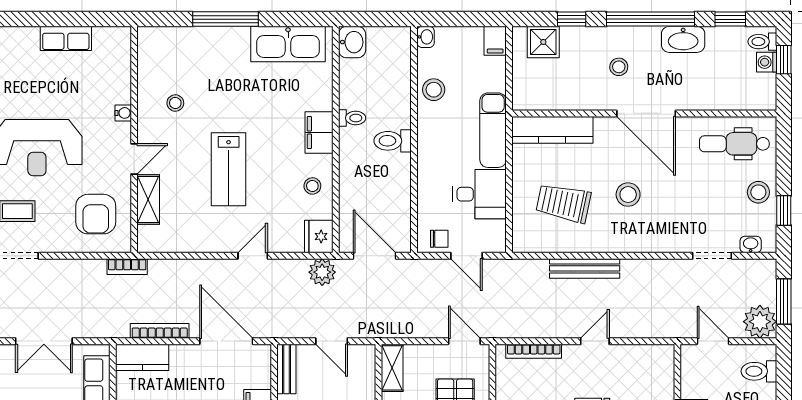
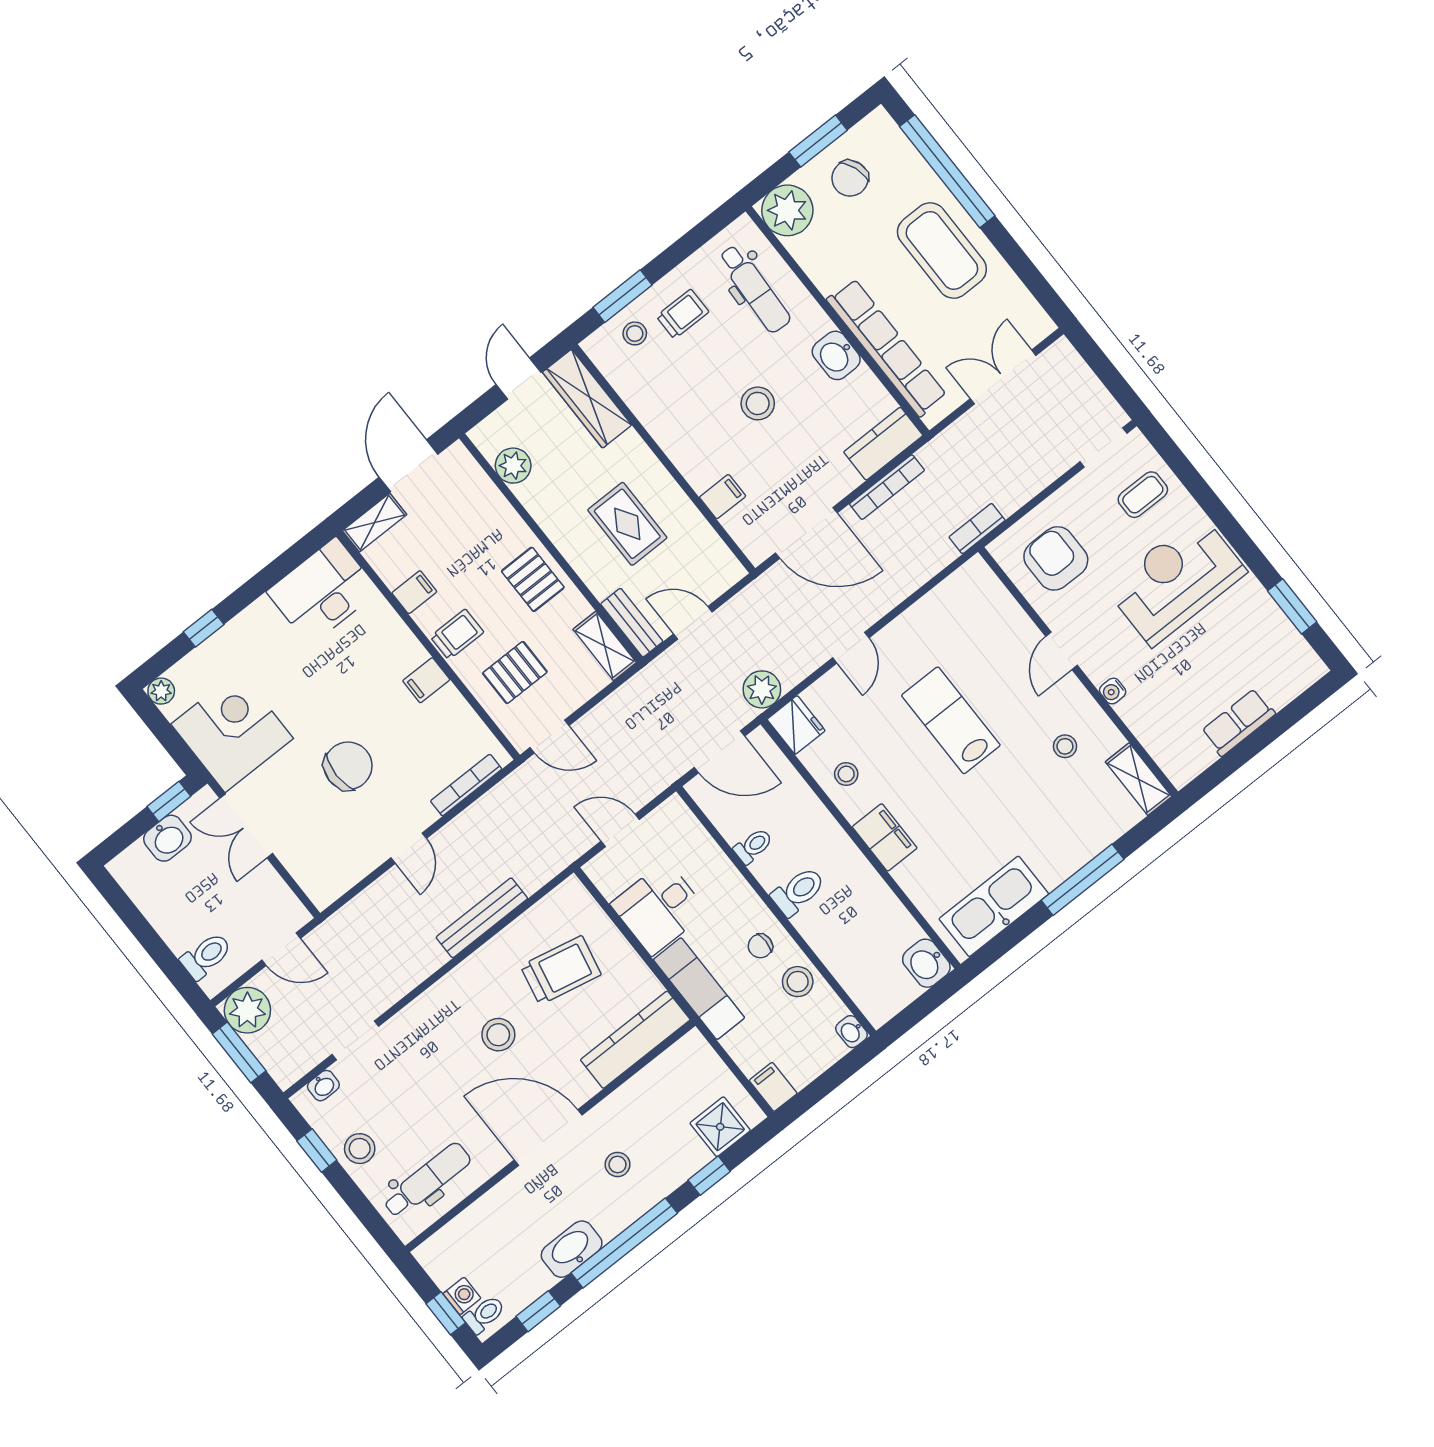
toilet: (352, 118) -> (753, 846), moved, turned 180
shelving: (148, 200) -> (1139, 779), moved
chair: (439, 239) -> (760, 946), moved
bench: (286, 369) -> (632, 623), moved

